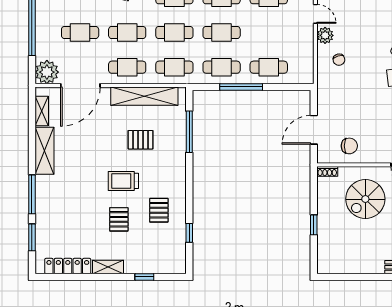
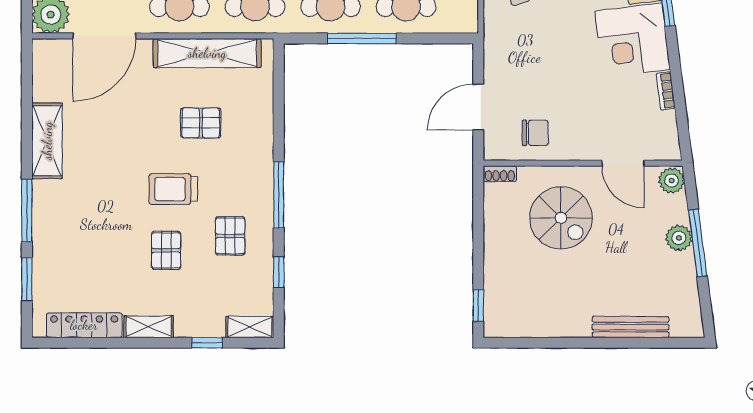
shelving: (42, 111) -> (250, 327), moved, turned 90
window: (189, 132) -> (279, 195), moved
spiral stairs: (365, 199) -> (561, 218), turned -90
window: (314, 225) -> (478, 306), moved

